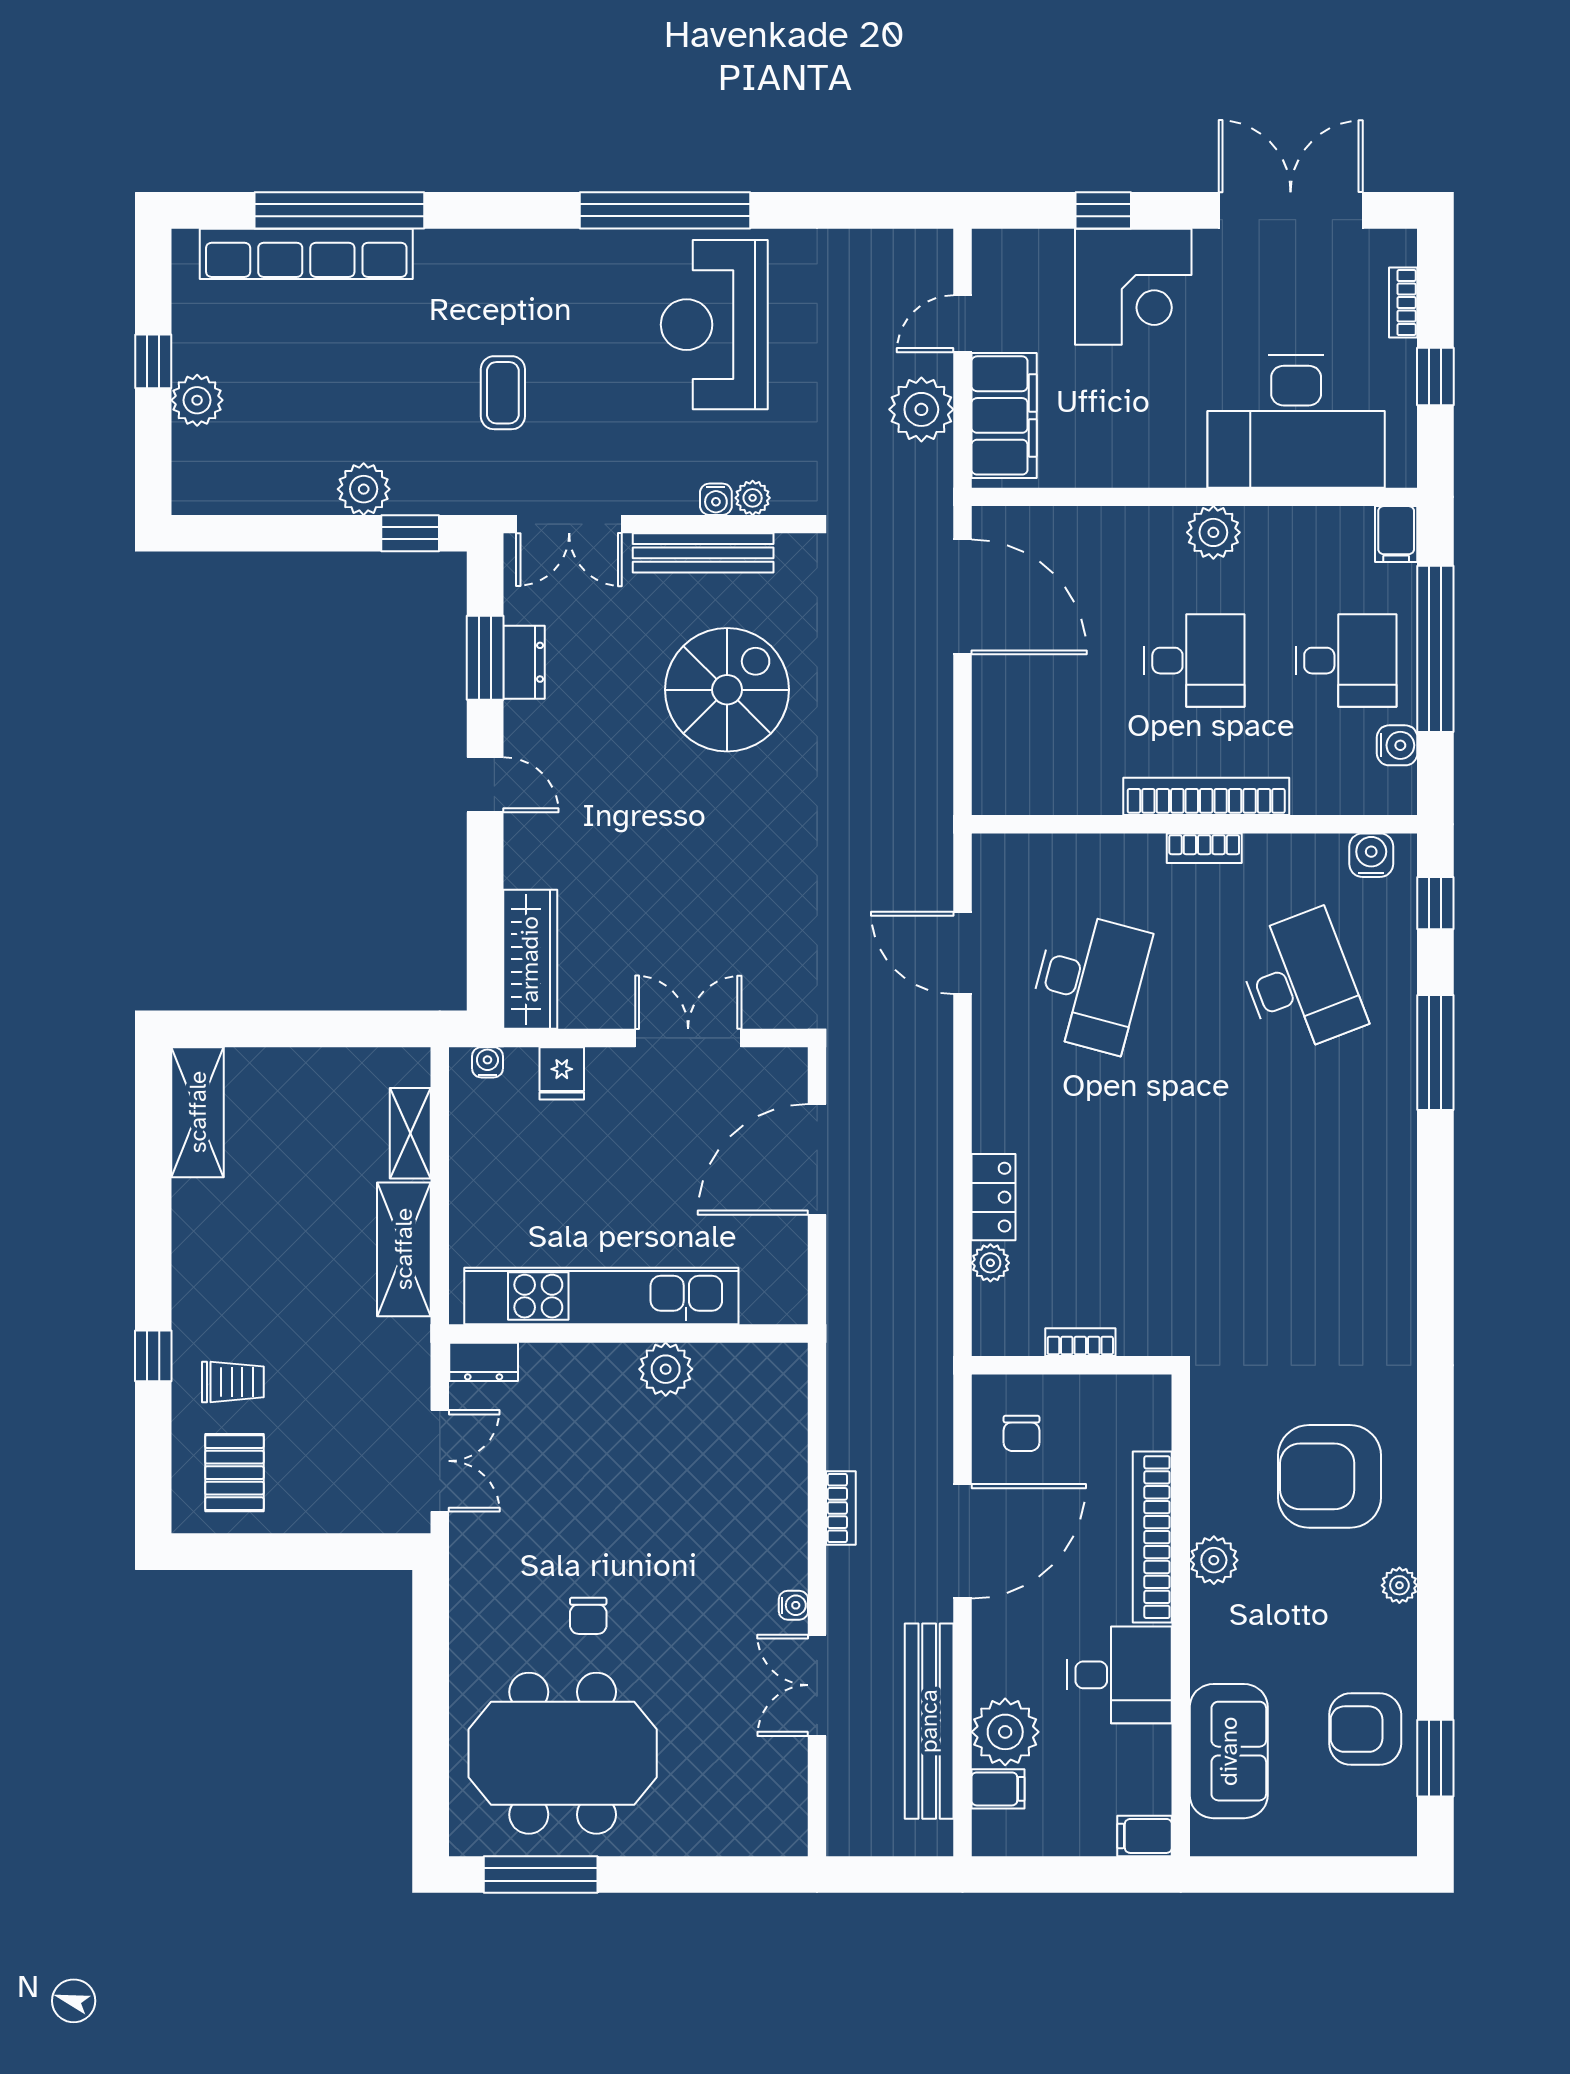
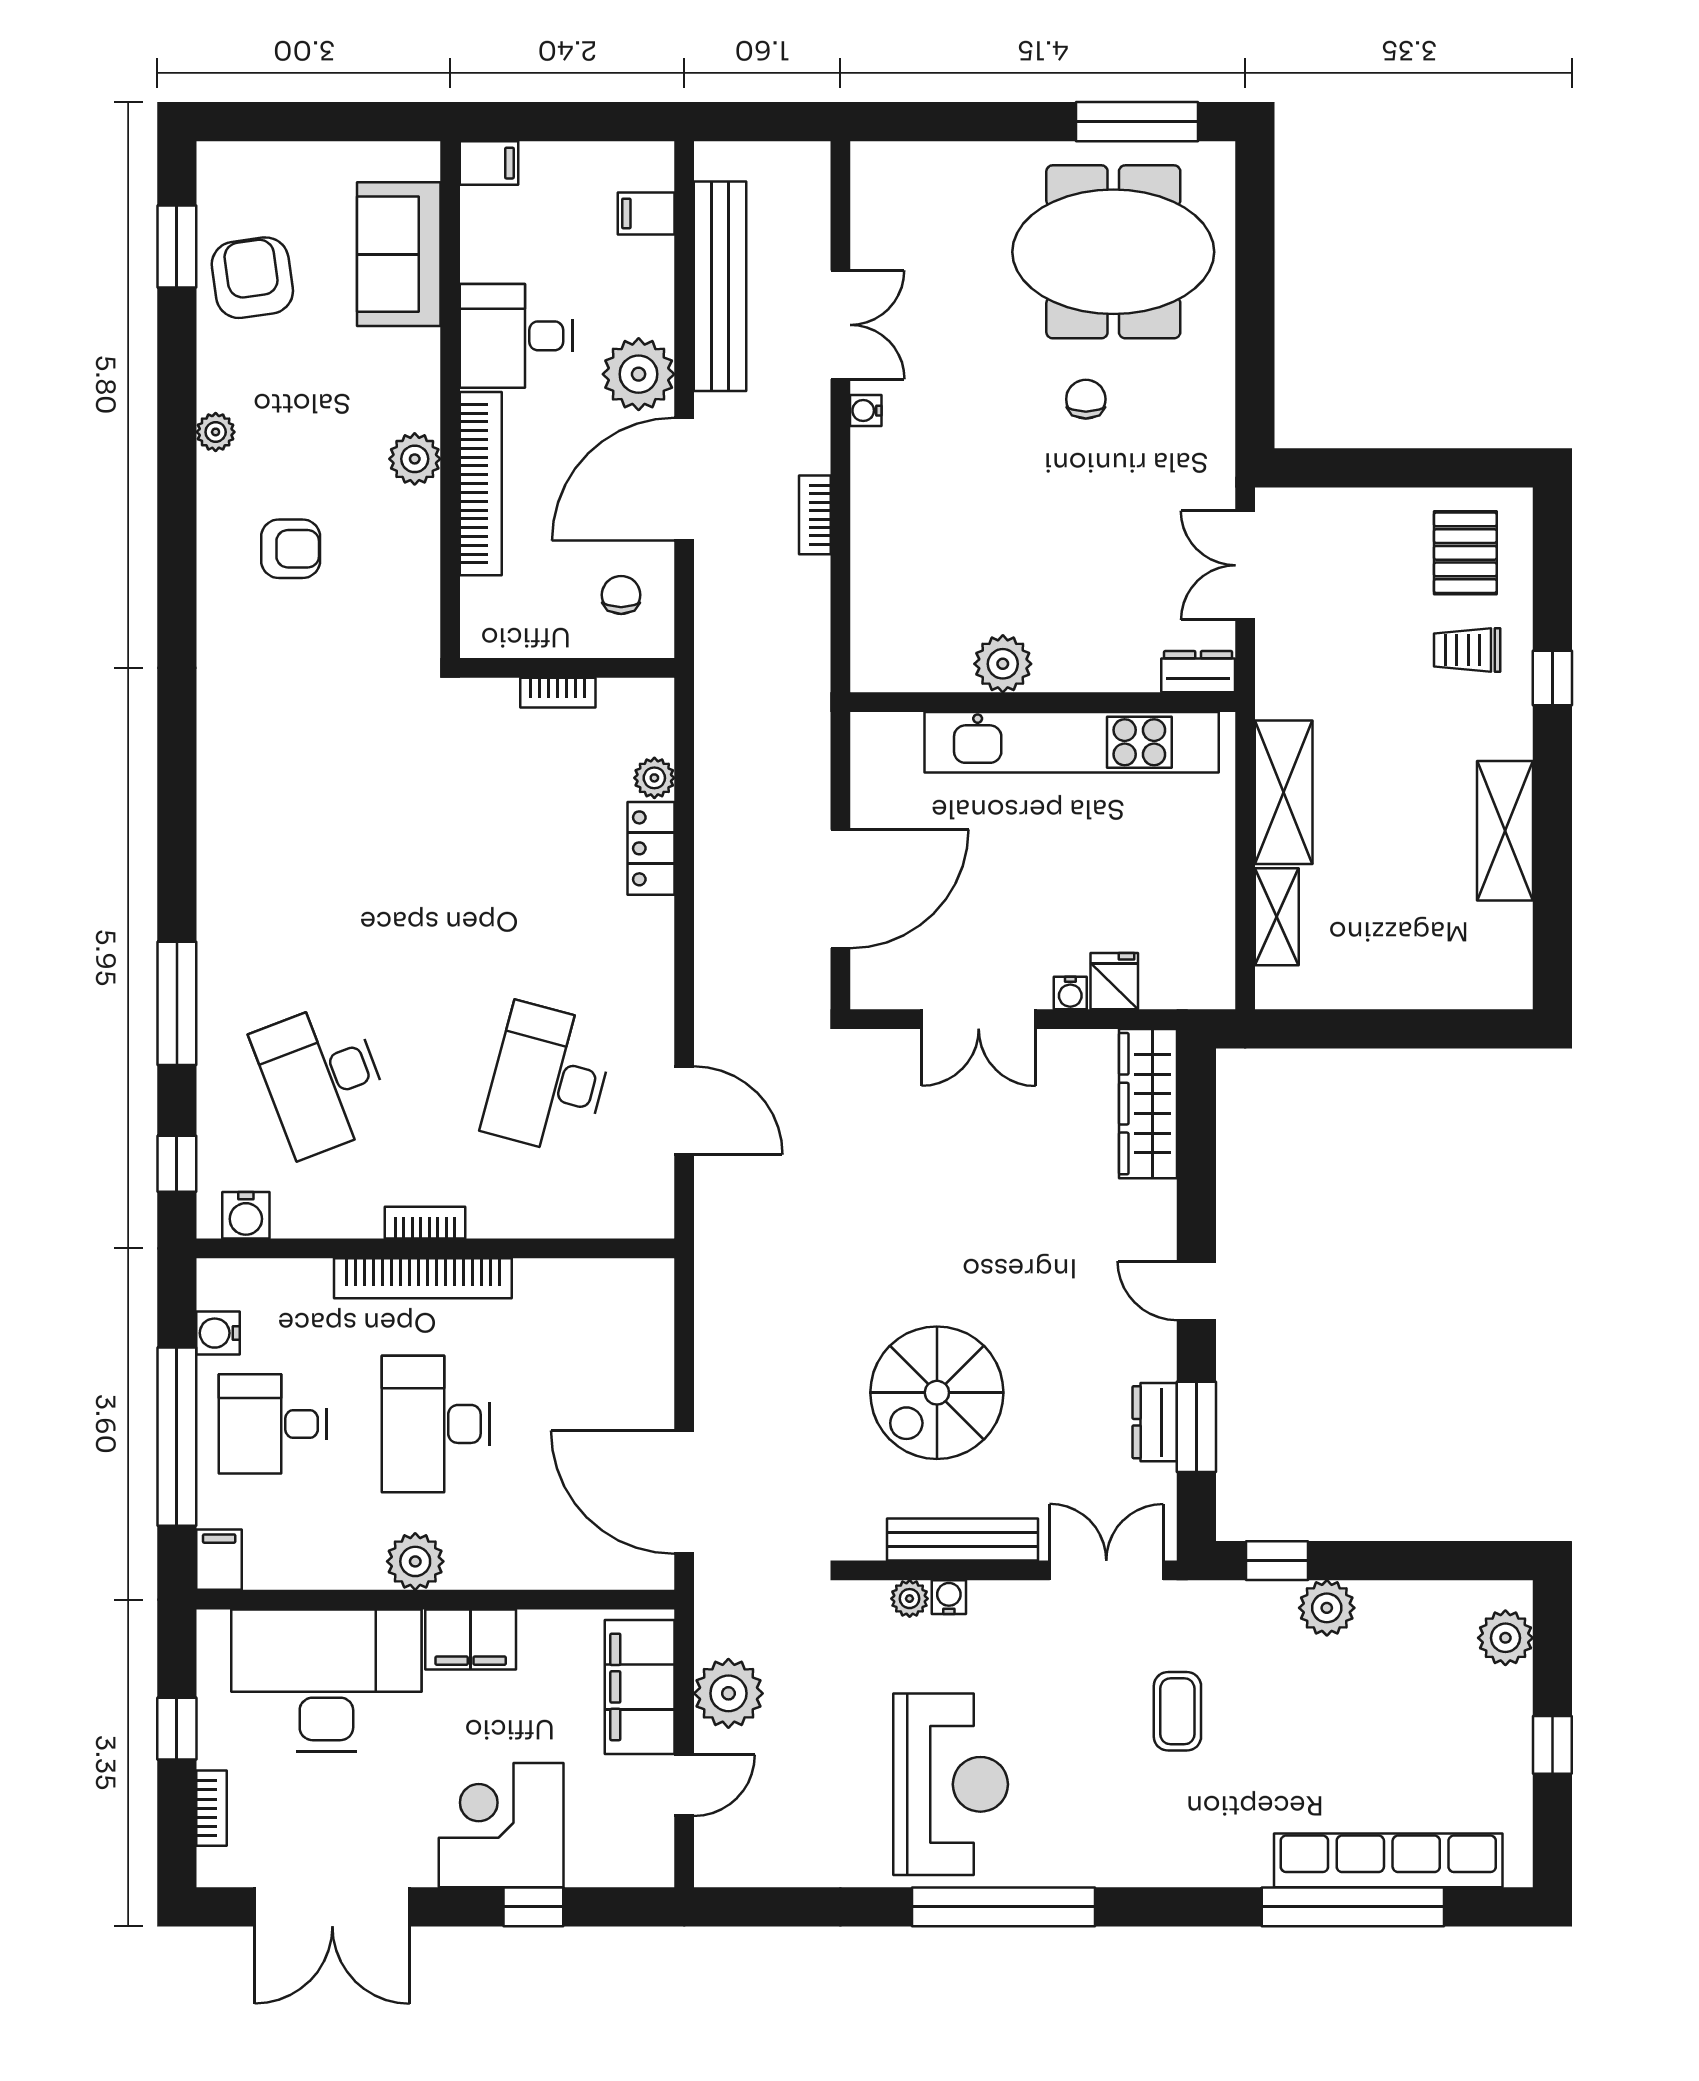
plant: (197, 400) -> (1505, 1638), moved
filing cabinet: (1162, 460) -> (471, 1640), added
desk: (1194, 661) -> (435, 1424), width x1.37
water cooler: (487, 1062) -> (1070, 993), moved
shelving: (198, 1112) -> (1505, 831), moved
armchair: (1329, 1476) -> (291, 549), width x0.53, depth x0.53
armchair: (1365, 1729) -> (252, 278), turned -98
plant: (1005, 1732) -> (639, 374), moved

